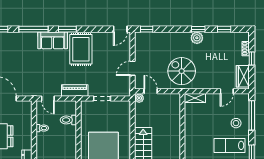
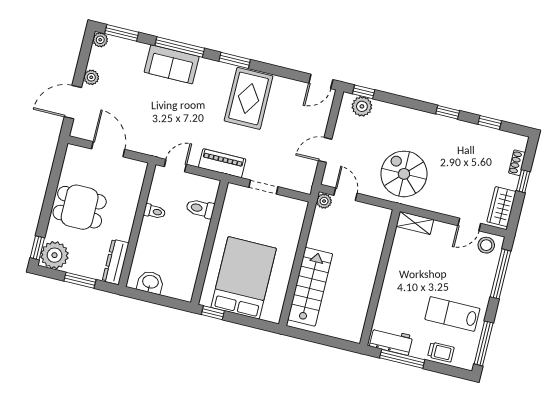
plant: (197, 38) -> (362, 106), moved
sofa: (53, 40) -> (172, 64), moved
door: (48, 99) -> (175, 166), swing flipped
stool: (236, 123) -> (486, 245), moved

